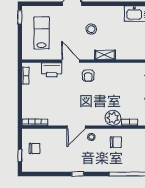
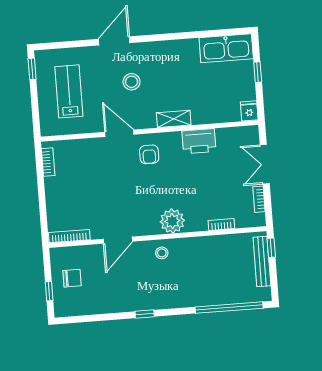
stool: (91, 29) -> (132, 82), moved
printer: (52, 70) -> (199, 141), moved
plant: (113, 118) -> (172, 221), moved
door: (76, 127) -> (118, 240), moved
chair: (116, 142) -> (202, 258), removed

